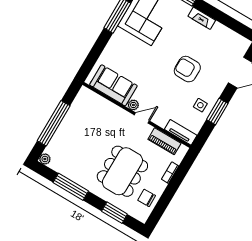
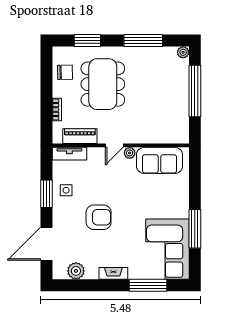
plant: (230, 38) -> (76, 271), added

